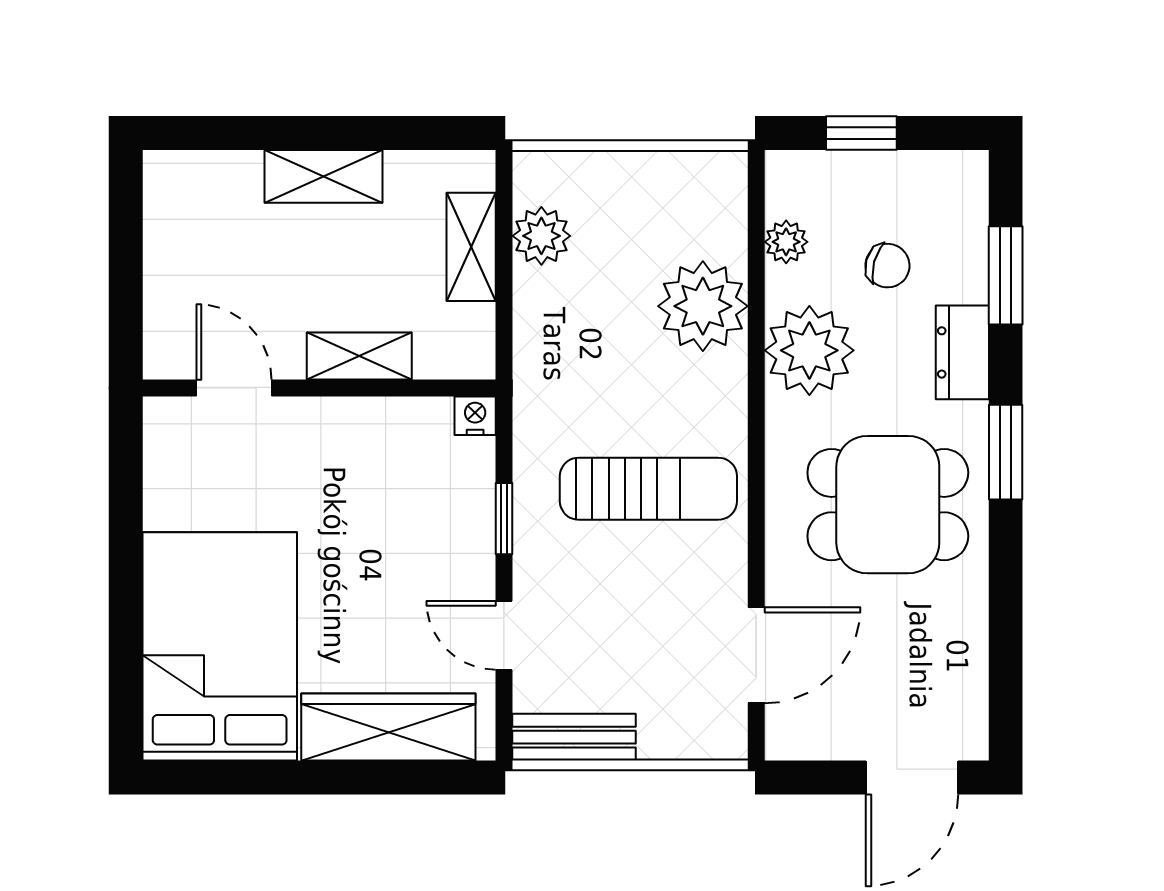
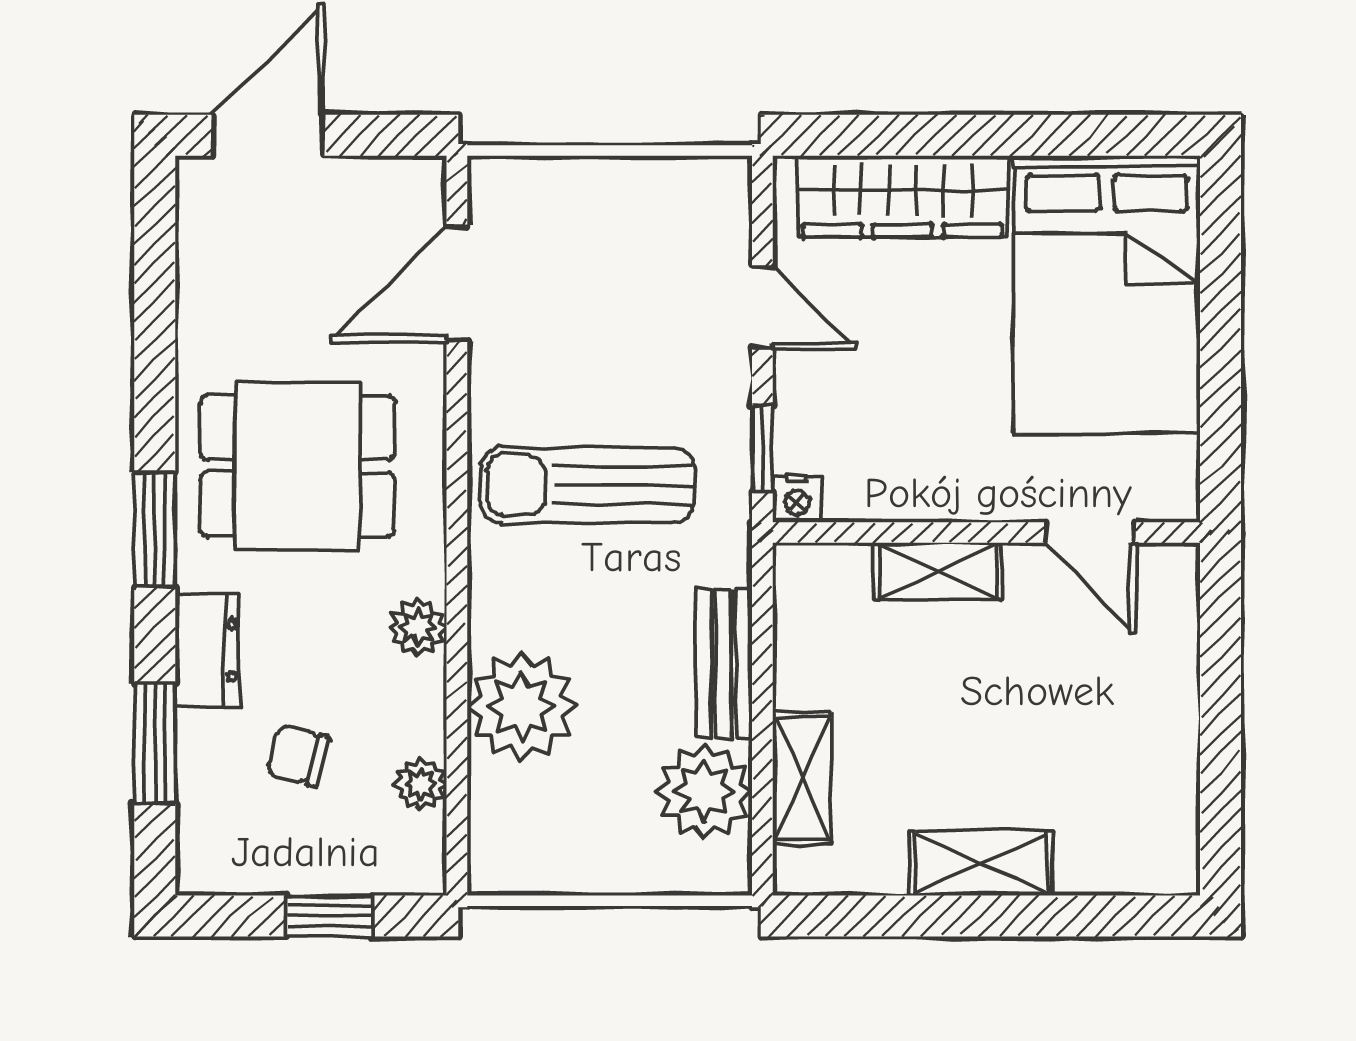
plant: (541, 236) -> (704, 791), width x1.36, depth x1.36
plant: (809, 350) -> (418, 627), width x0.53, depth x0.53
shelving: (359, 356) -> (938, 571), moved
door: (234, 388) -> (1090, 532), moved
wall: (319, 388) -> (986, 532), moved
nightstand: (475, 416) -> (797, 499), moved
bench: (574, 737) -> (724, 663), moved, turned 90

